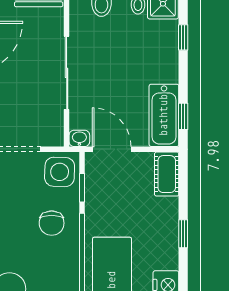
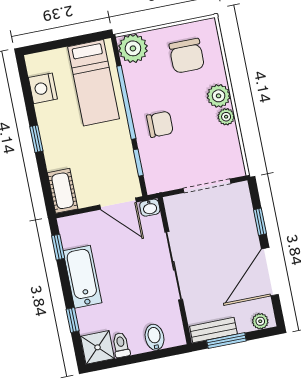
bathtub: (164, 115) -> (82, 277), moved
side table: (60, 172) -> (162, 173), removed
chair: (52, 223) -> (160, 124), turned 90

